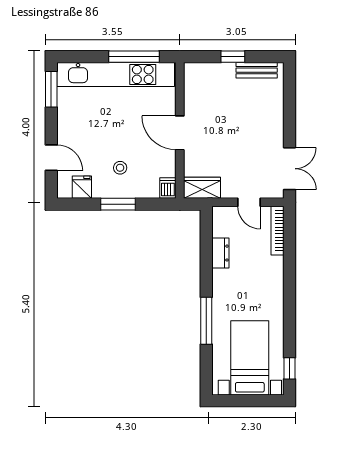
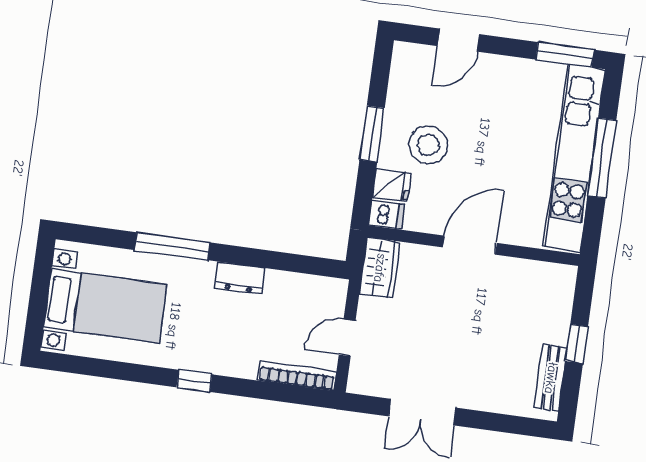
window: (134, 57) -> (602, 158), moved
stool: (120, 168) -> (428, 145), width x1.89, depth x1.89
double door: (289, 169) -> (422, 412), moved
fridge: (82, 187) -> (392, 185), moved
dresser: (220, 253) -> (240, 278), moved
window: (289, 368) -> (194, 381), moved

